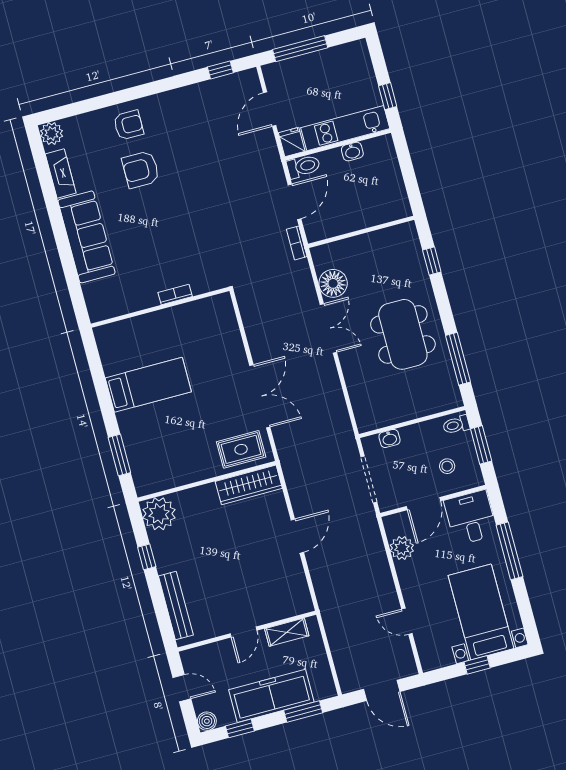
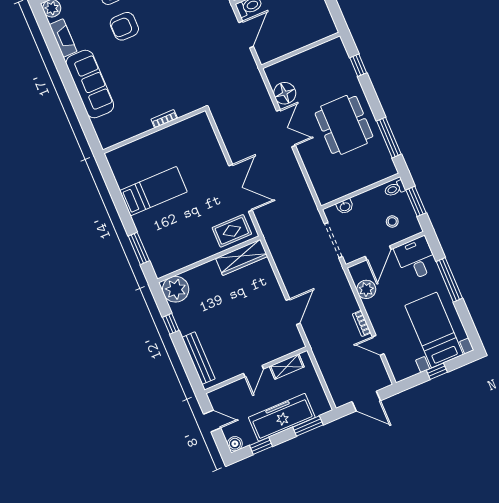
bookcase: (297, 243) -> (362, 323), moved
door: (297, 536) -> (293, 312), moved

